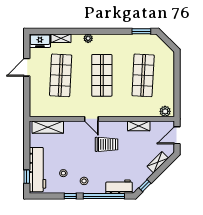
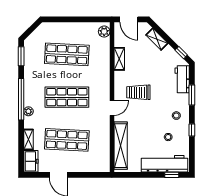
window: (100, 31) -> (21, 99), added
shelving: (48, 127) -> (121, 146), width x1.47
trolley: (107, 144) -> (138, 92), turned -90
window: (104, 196) -> (192, 95), width x0.47

